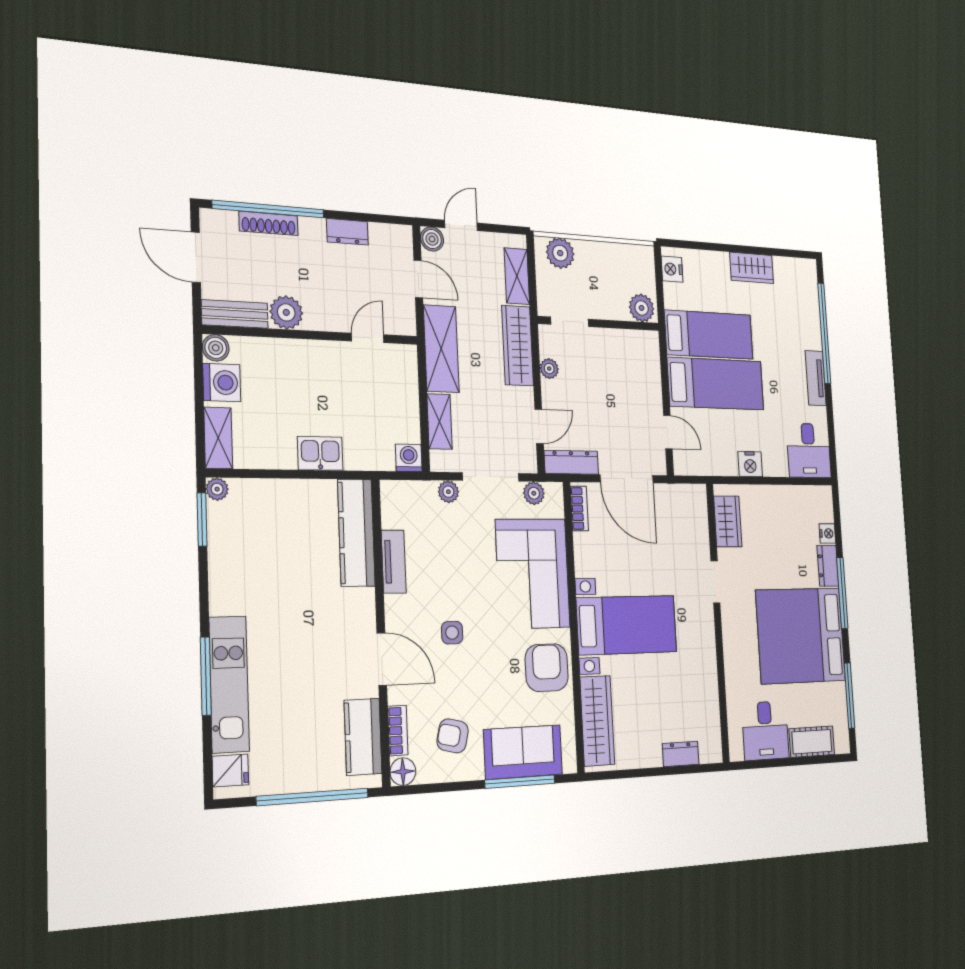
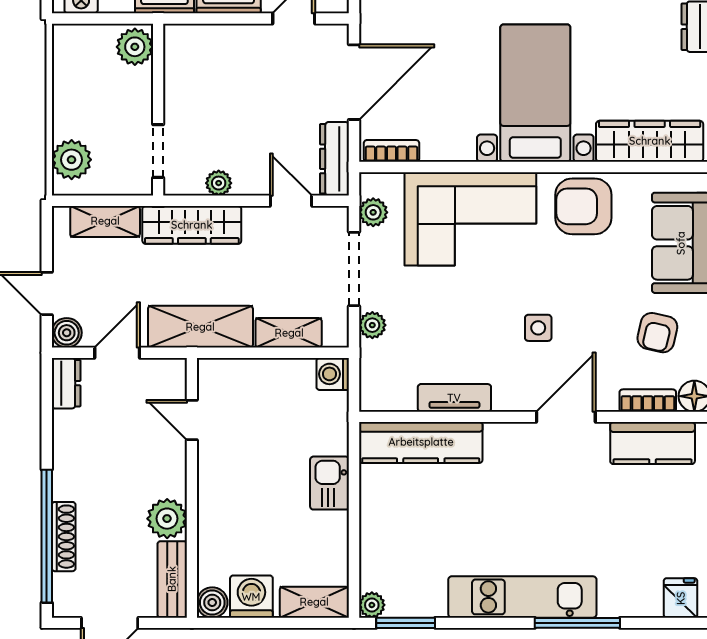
dresser: (347, 232) -> (66, 383), moved
kitchen unit: (229, 684) -> (522, 597), moved

